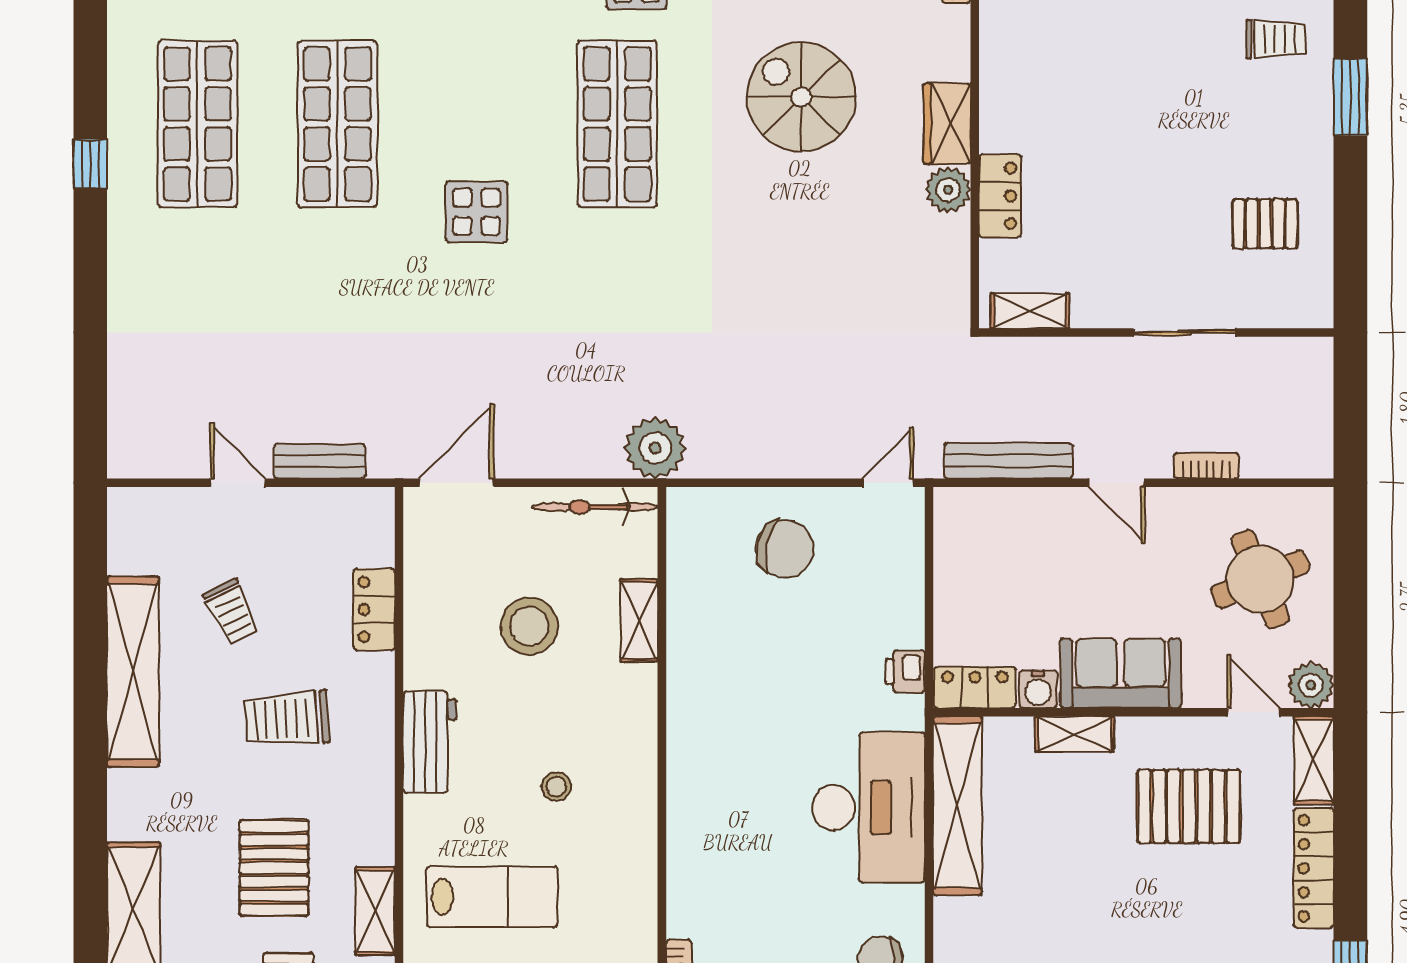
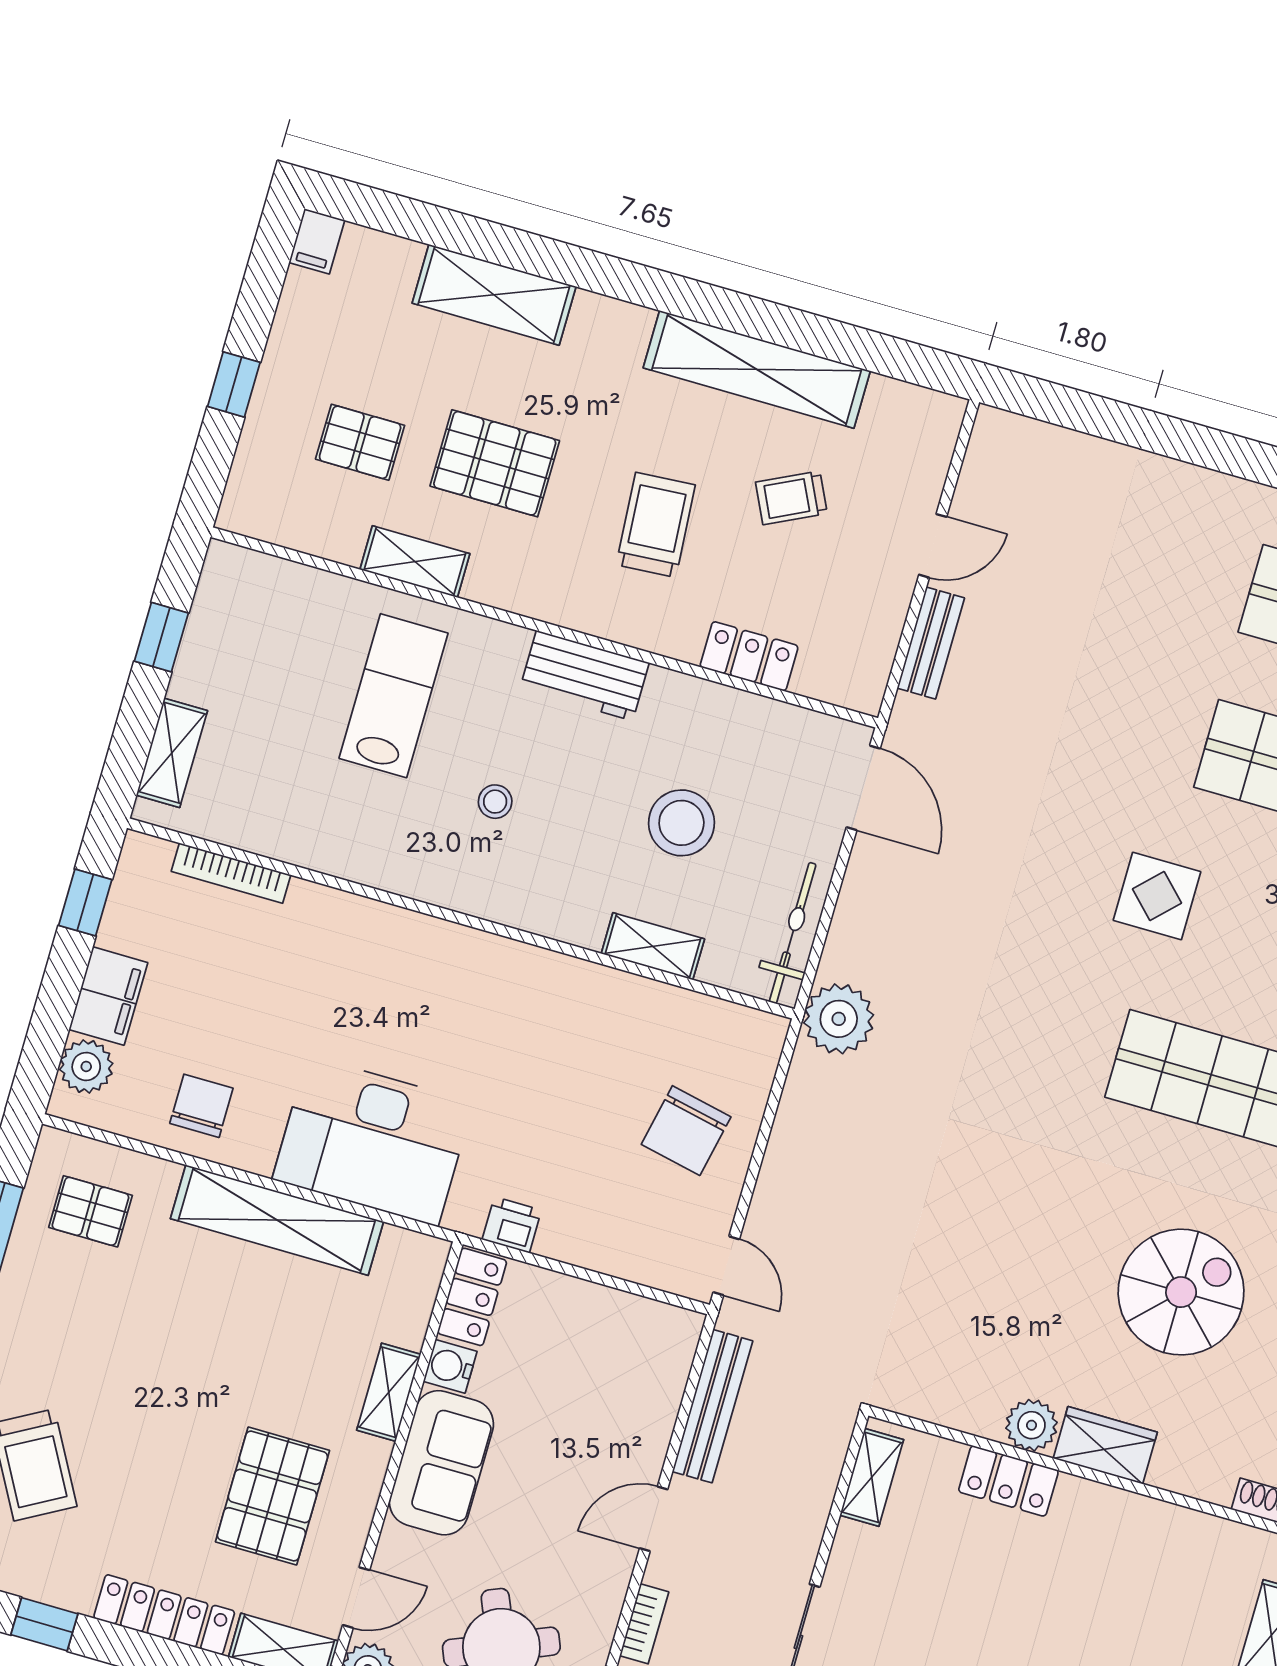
shelving: (957, 806) -> (277, 1220), moved
lab bench: (492, 897) -> (394, 696), turned 180

